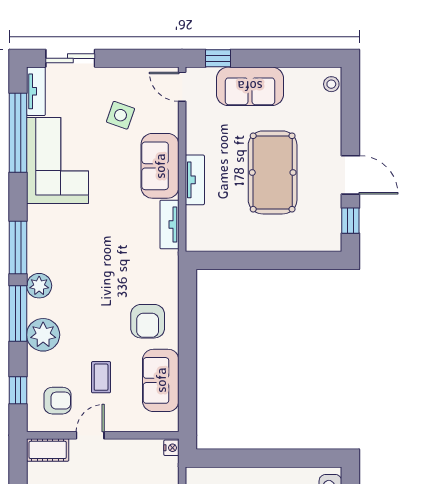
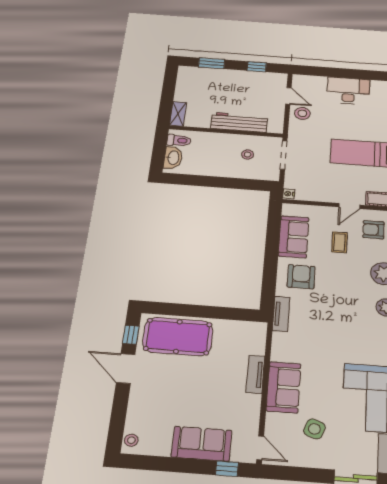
pool table: (273, 172) -> (178, 337), moved, turned 90
tv unit: (169, 225) -> (281, 314), moved

